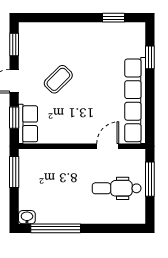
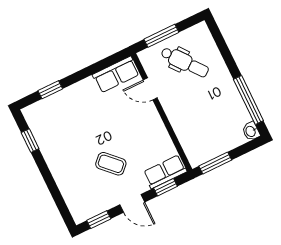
row of seats: (135, 100) -> (116, 74), width x0.50
dental chair: (117, 188) -> (185, 62), turned -38

